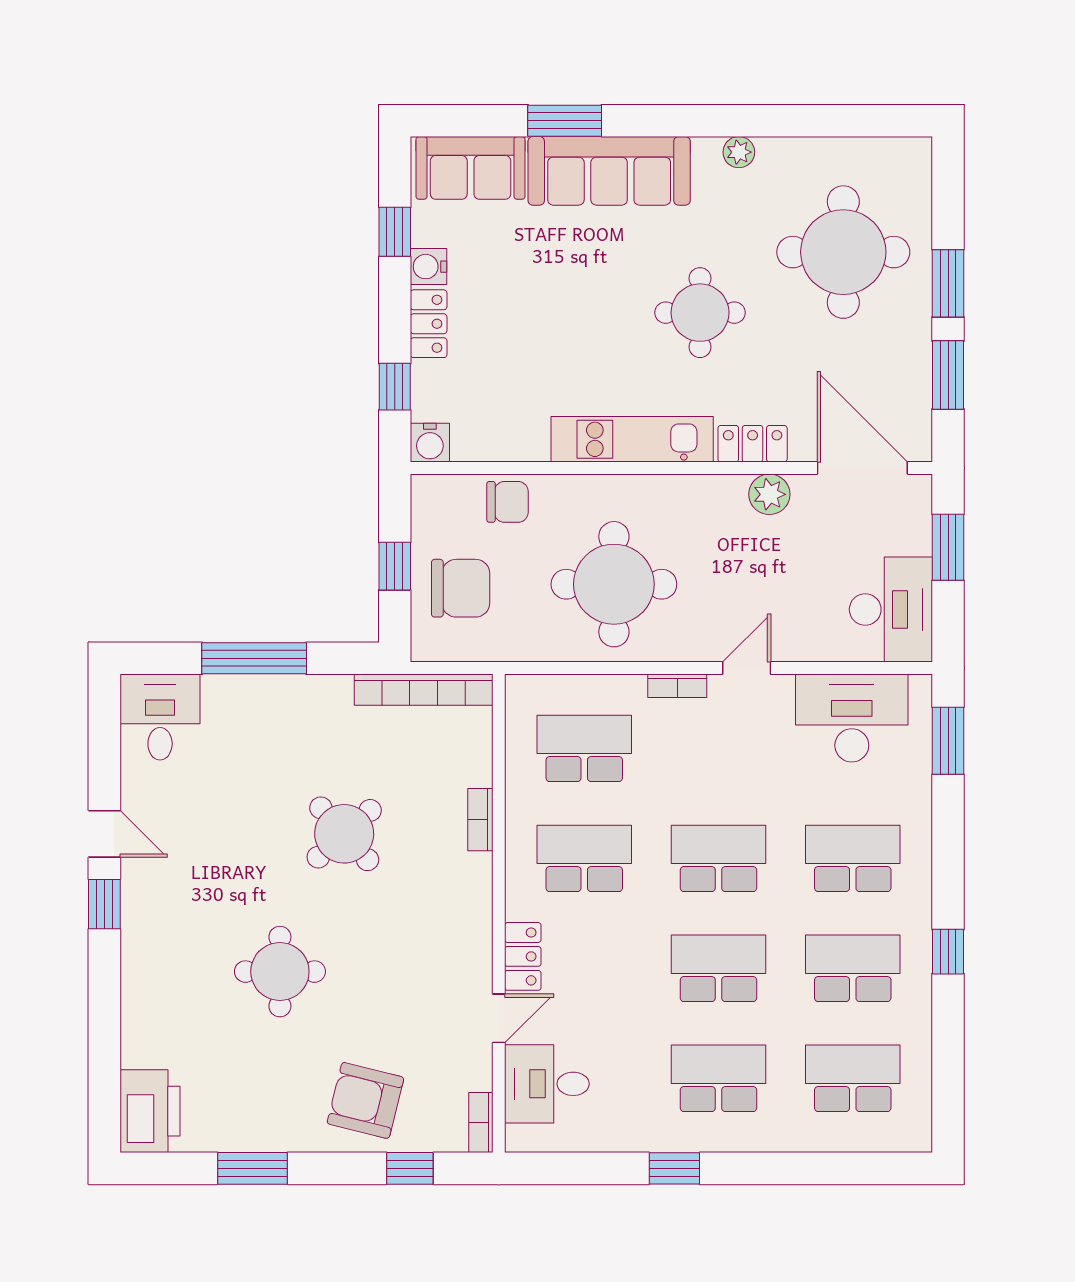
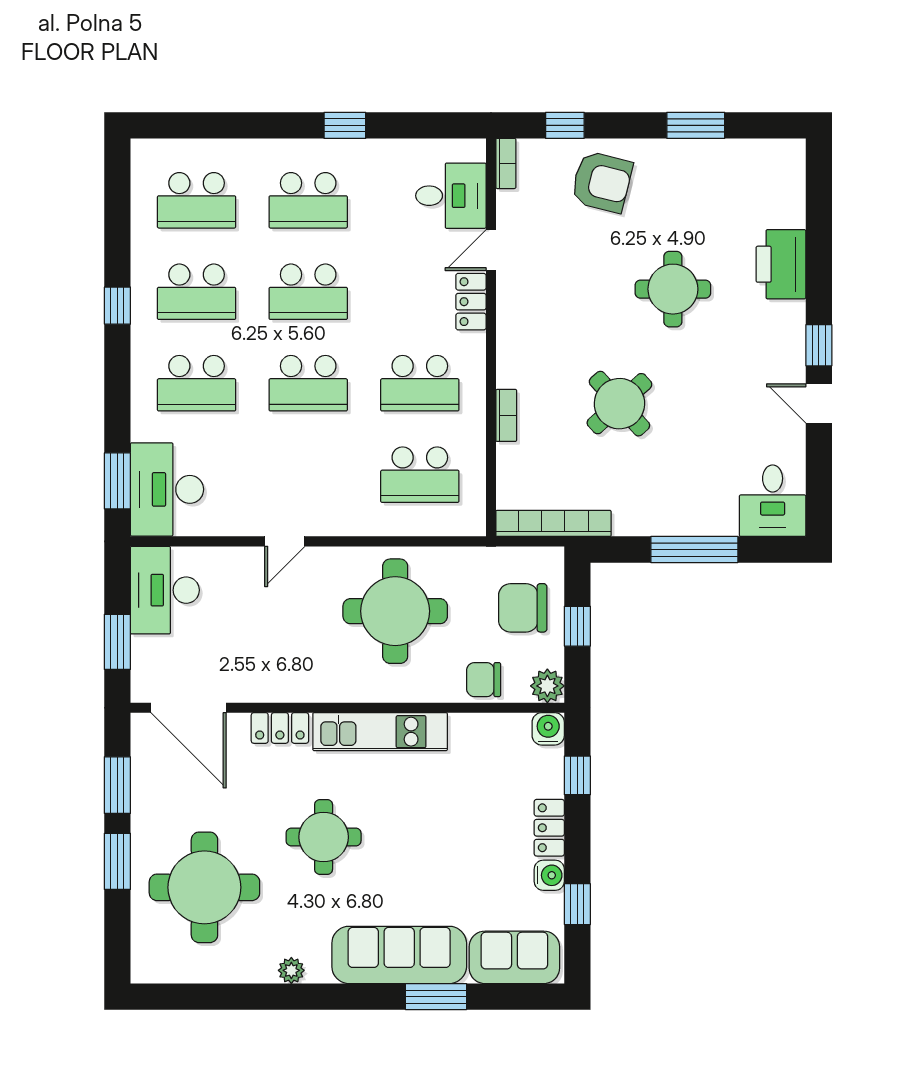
plant: (769, 494) -> (547, 686), moved
bookcase: (677, 686) -> (343, 527), removed
desk: (852, 718) -> (167, 489), moved, turned 90
printer: (150, 1111) -> (781, 264), moved

